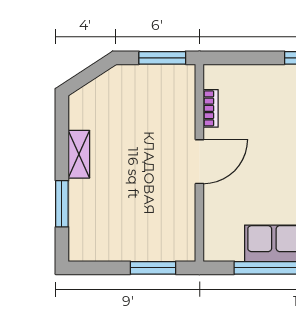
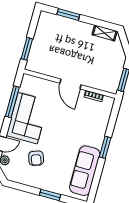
shelving: (79, 154) -> (105, 33), moved

